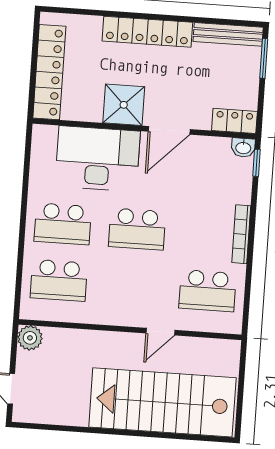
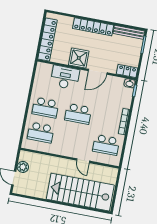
desk: (98, 159) -> (65, 77), width x0.73, depth x0.77
door: (160, 332) -> (83, 161), hinge flipped
plant: (30, 338) -> (23, 167), moved

